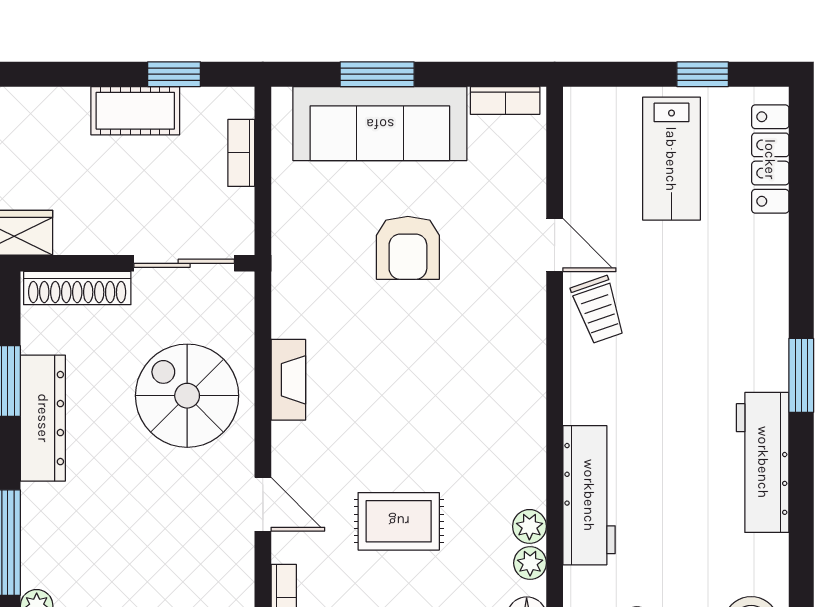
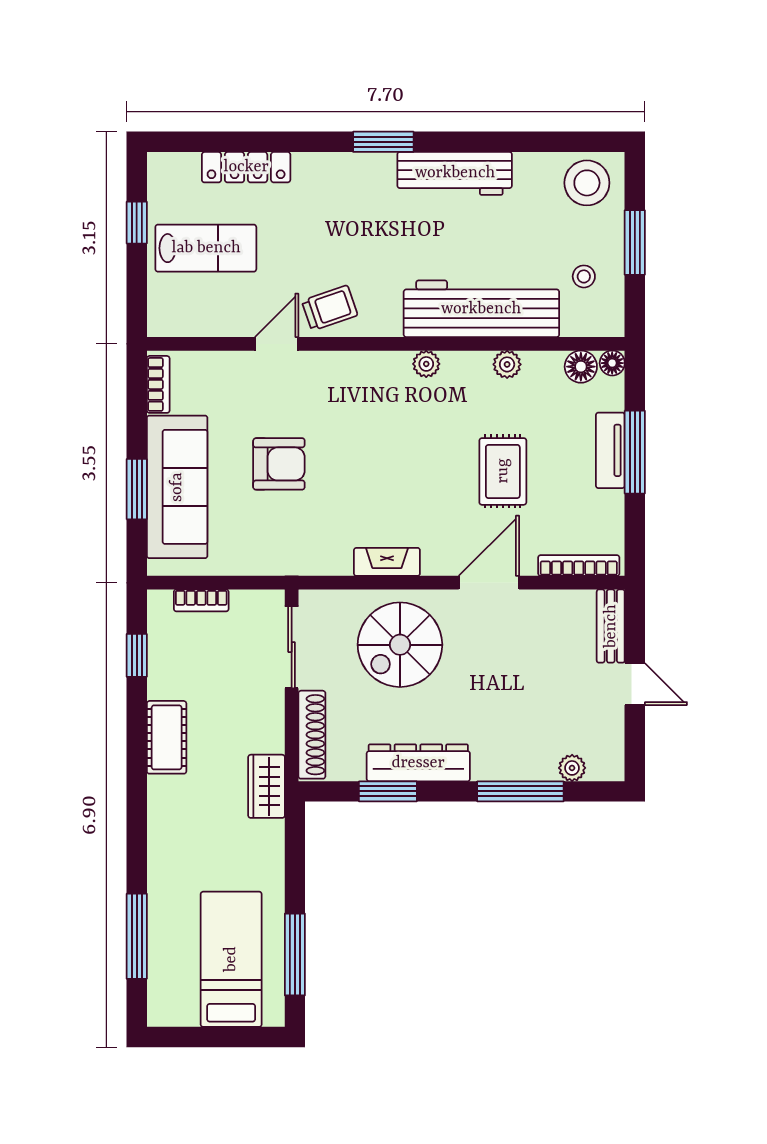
cot: (135, 111) -> (167, 737), moved
locker: (770, 159) -> (246, 167), moved
workbench: (589, 495) -> (481, 309), width x1.36, depth x1.32
door: (263, 504) -> (489, 583), width x1.38
plant: (530, 563) -> (426, 364), moved

